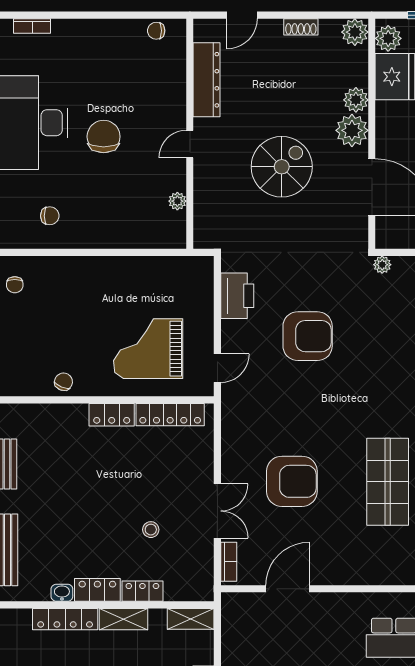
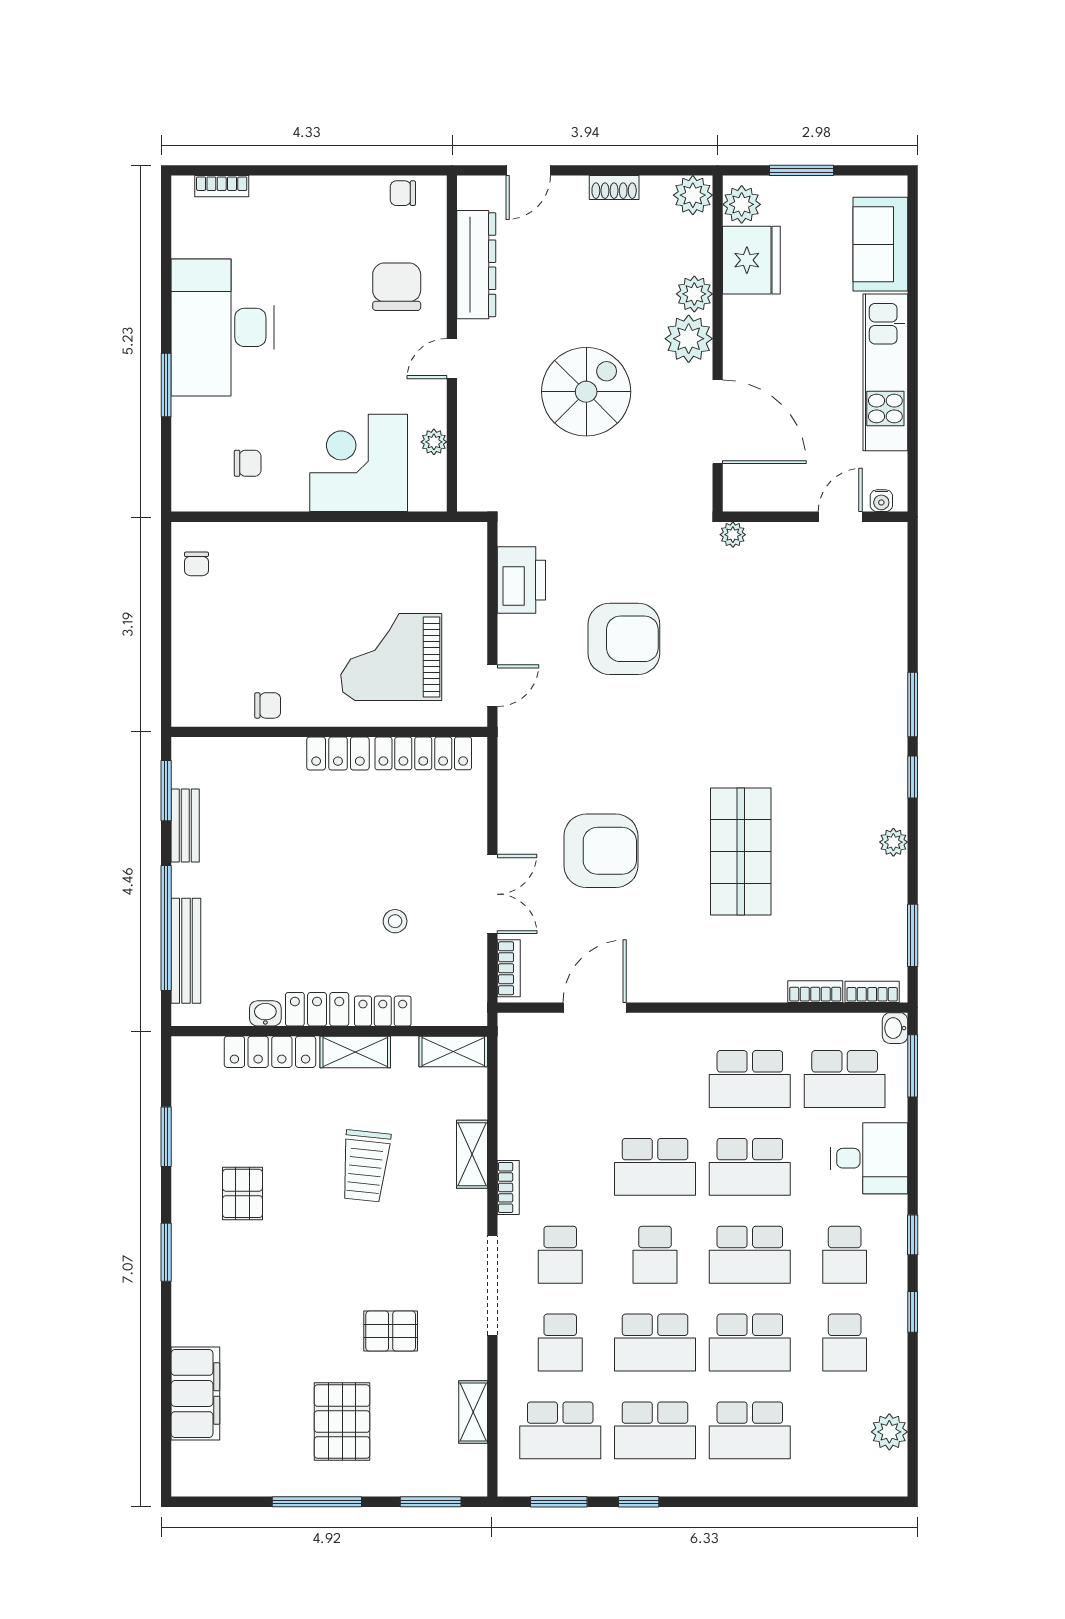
chair: (104, 137) -> (397, 287), moved
corner desk: (126, 216) -> (359, 463), added
chair: (63, 382) -> (268, 705), turned 68

